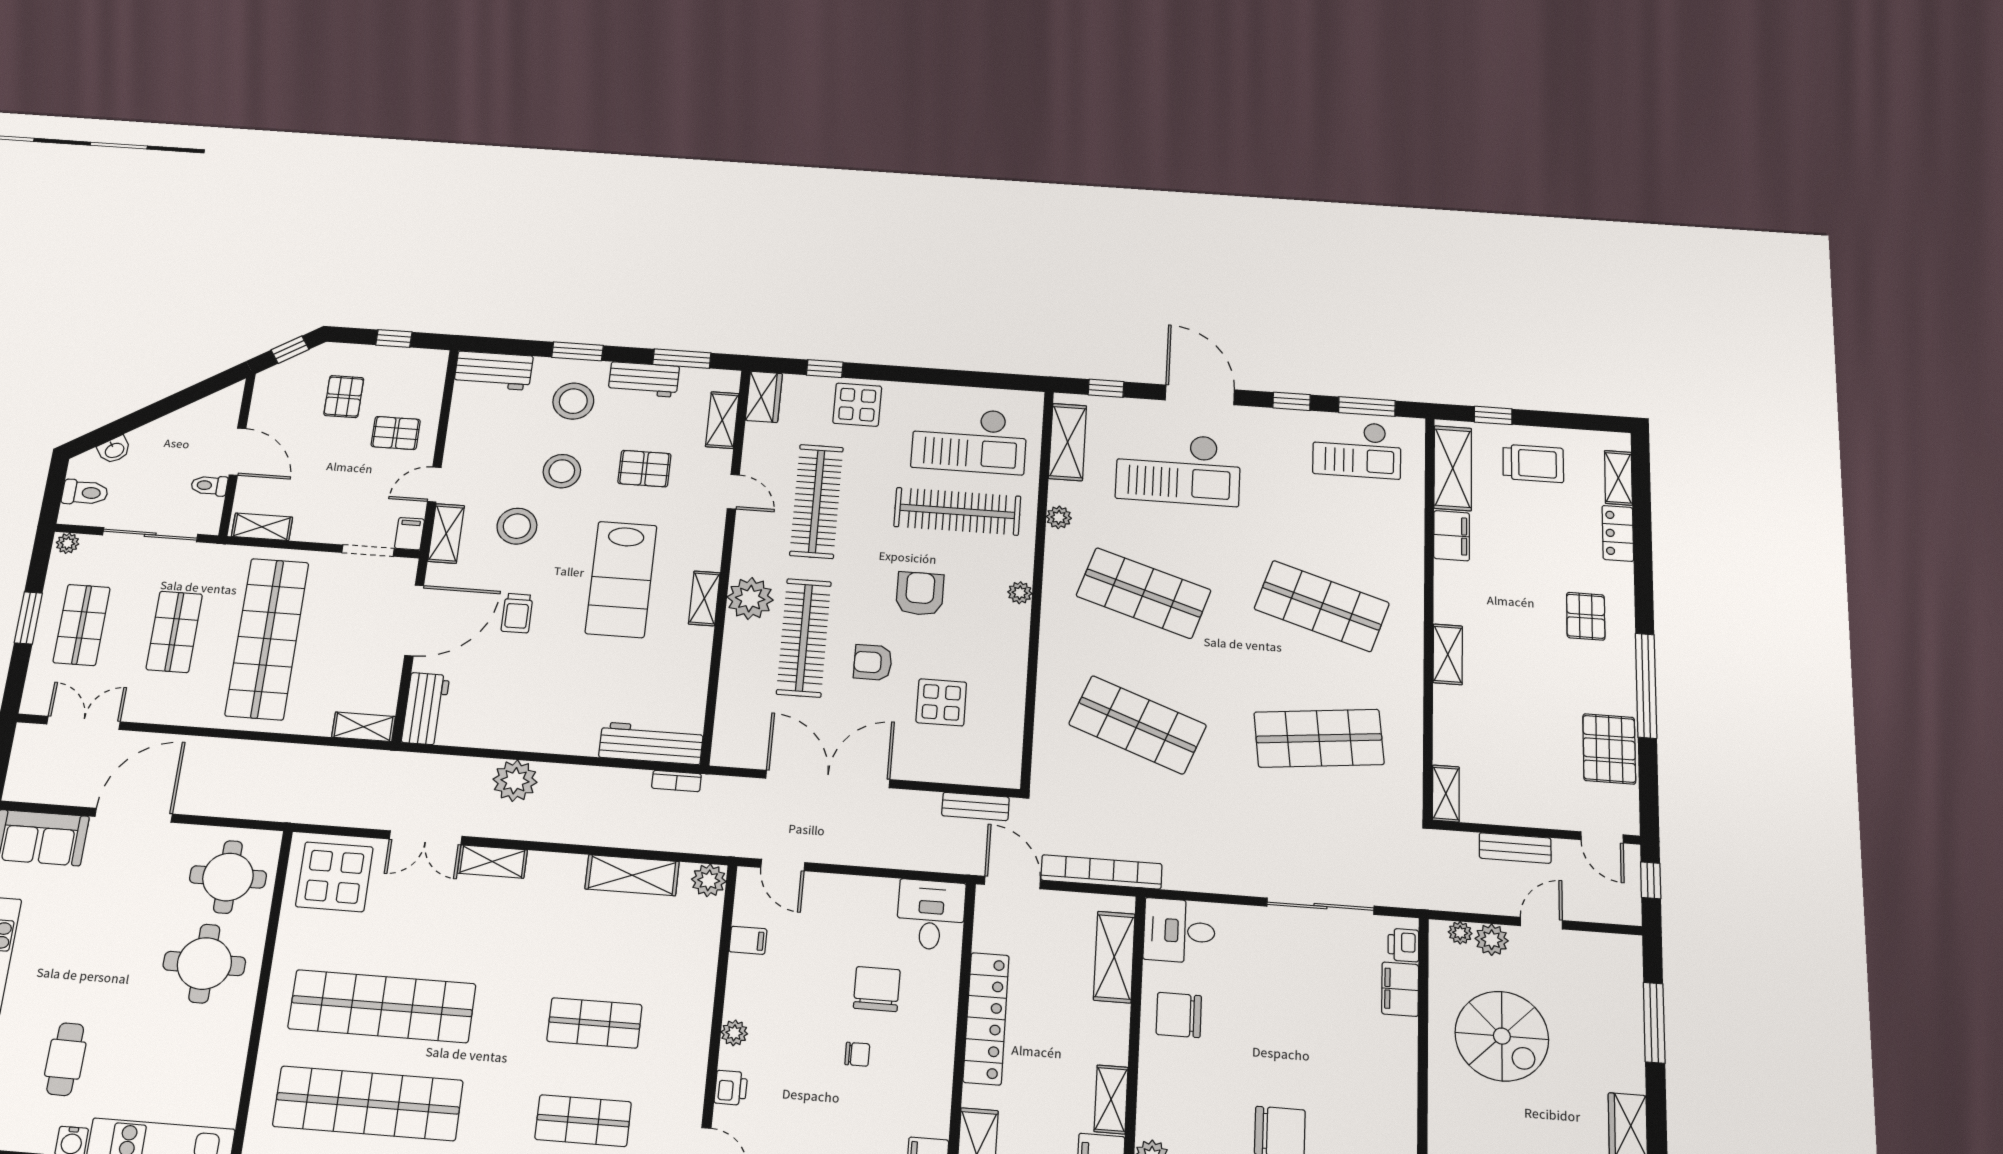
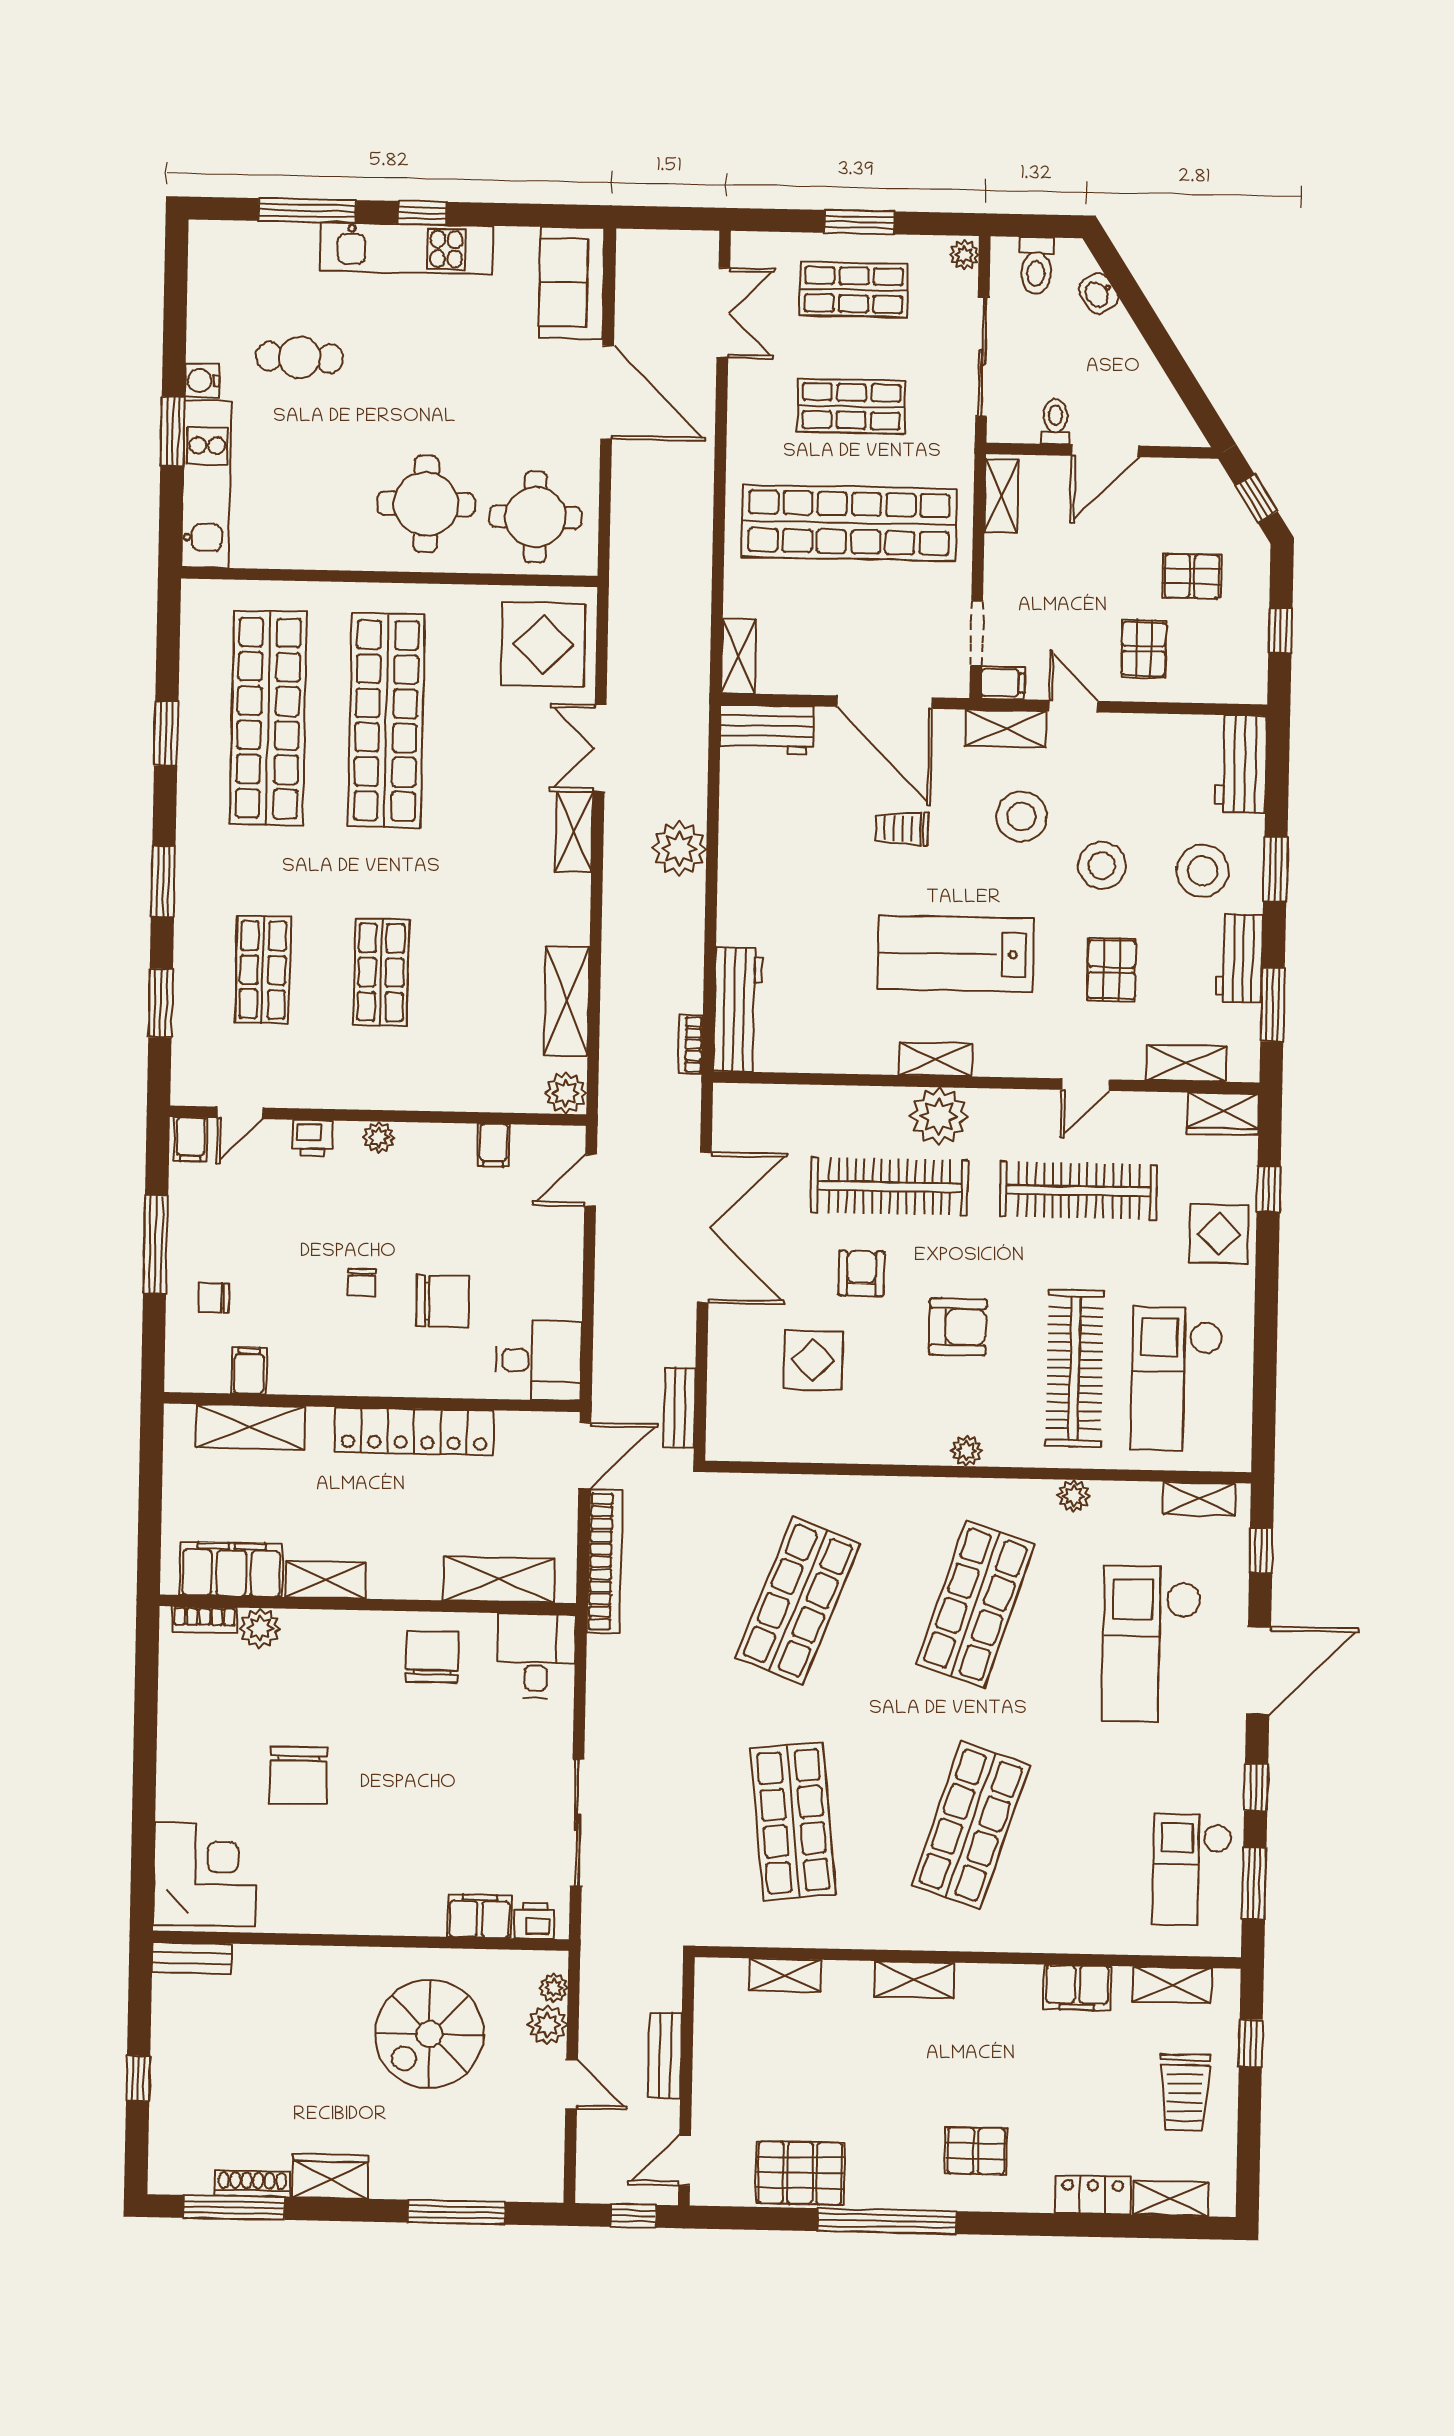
shelving: (1068, 442) -> (1199, 1499), width x0.67, depth x0.75
shelving: (1453, 468) -> (1172, 1985), width x0.67, depth x0.75
shelving: (1446, 793) -> (785, 1975), moved

